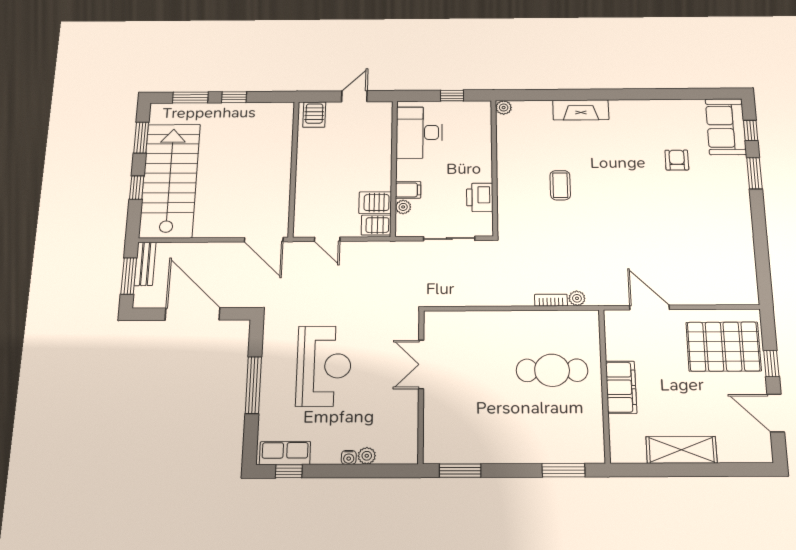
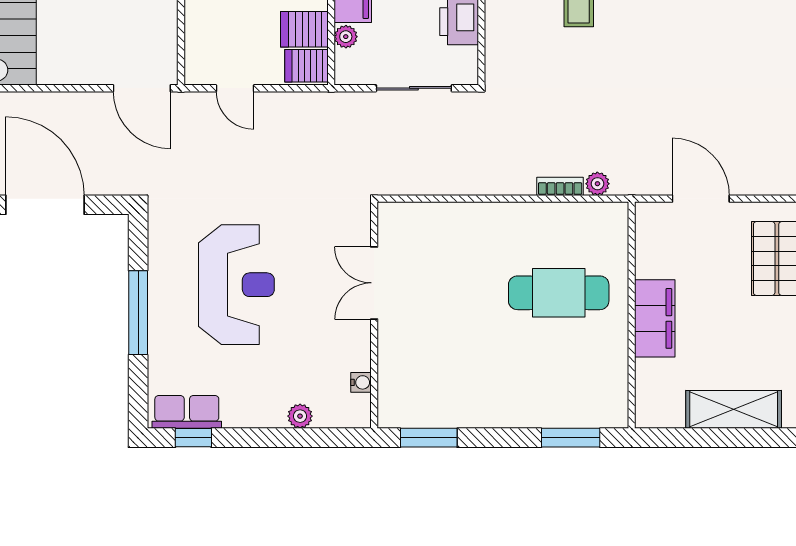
water cooler: (349, 457) -> (361, 382), moved, turned -90

